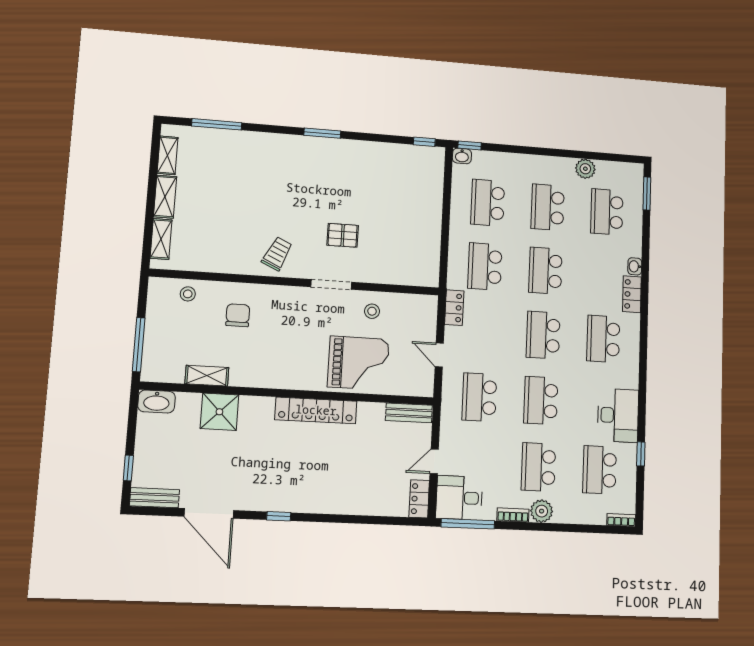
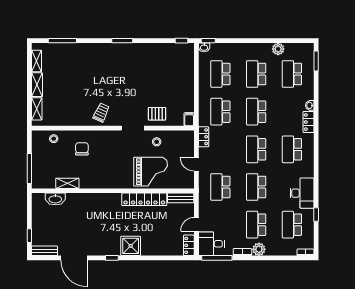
pallet: (343, 235) -> (157, 114), moved
filing cabinet: (431, 276) -> (189, 119), added
washbasin: (157, 402) -> (55, 199), moved
locker: (316, 410) -> (144, 199), moved
shower: (219, 412) -> (131, 246), moved

